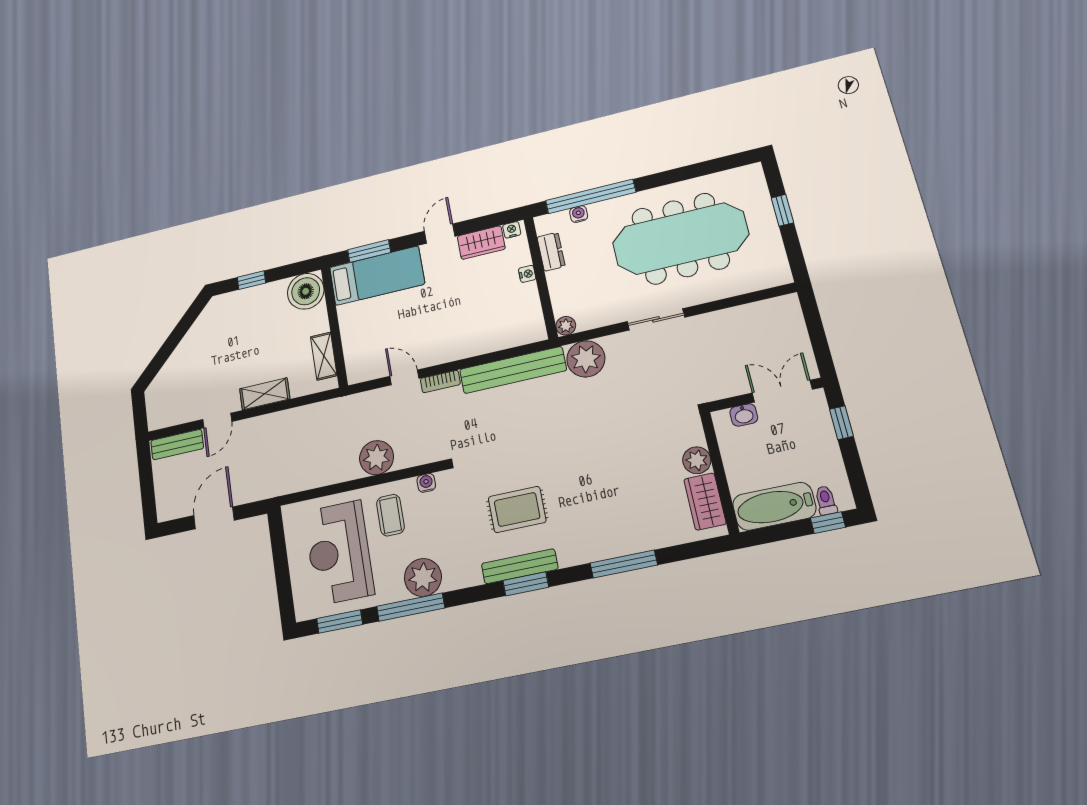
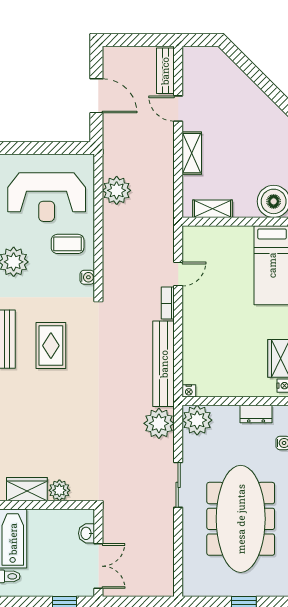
nightstand: (527, 274) -> (189, 391), moved
plant: (566, 326) -> (197, 420), width x1.88, depth x1.88
plant: (377, 458) -> (117, 190), moved
reception desk: (339, 553) -> (47, 197), turned 180

